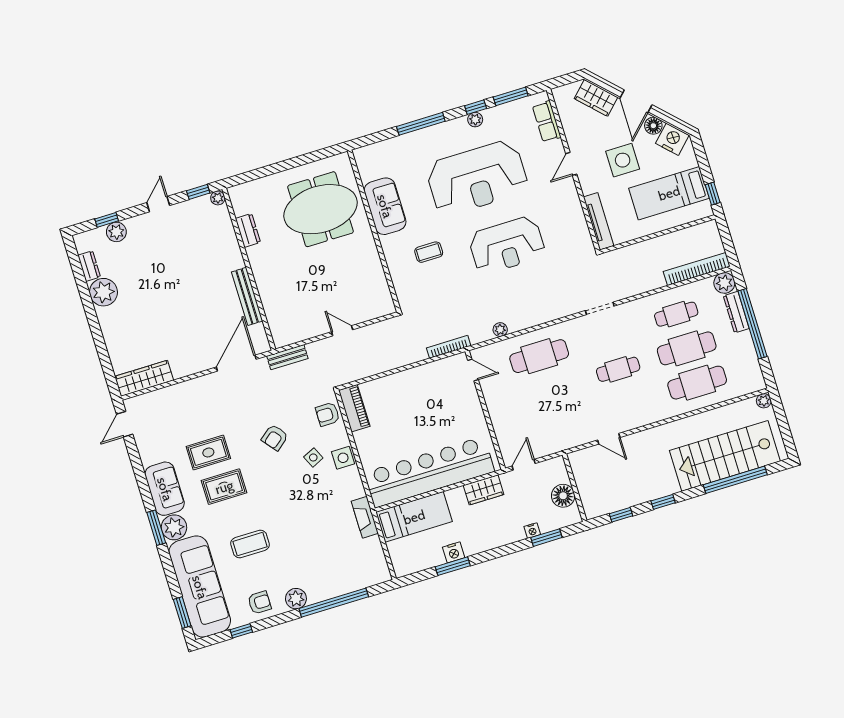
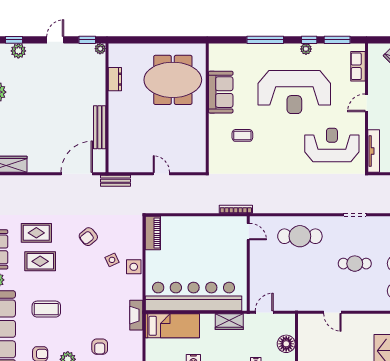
reception desk: (507, 245) -> (332, 145), moved, turned 180
plant: (500, 330) -> (277, 208), removed
armchair: (328, 414) -> (100, 347), moved, turned -90

